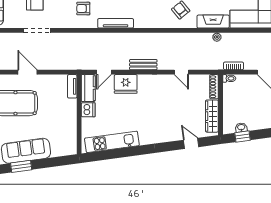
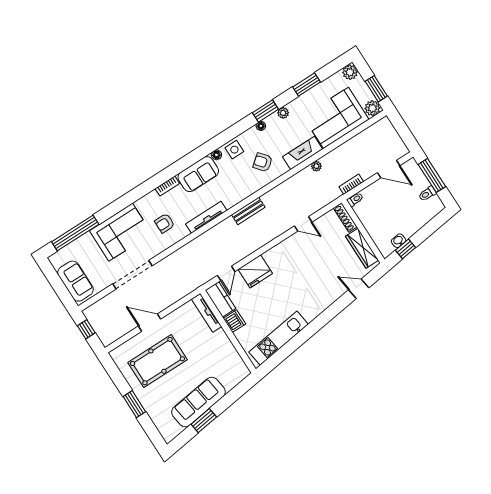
doorway: (37, 30) -> (132, 275), width x1.36
bench: (143, 65) -> (248, 211), moved
tv unit: (72, 86) -> (207, 313), width x1.41

